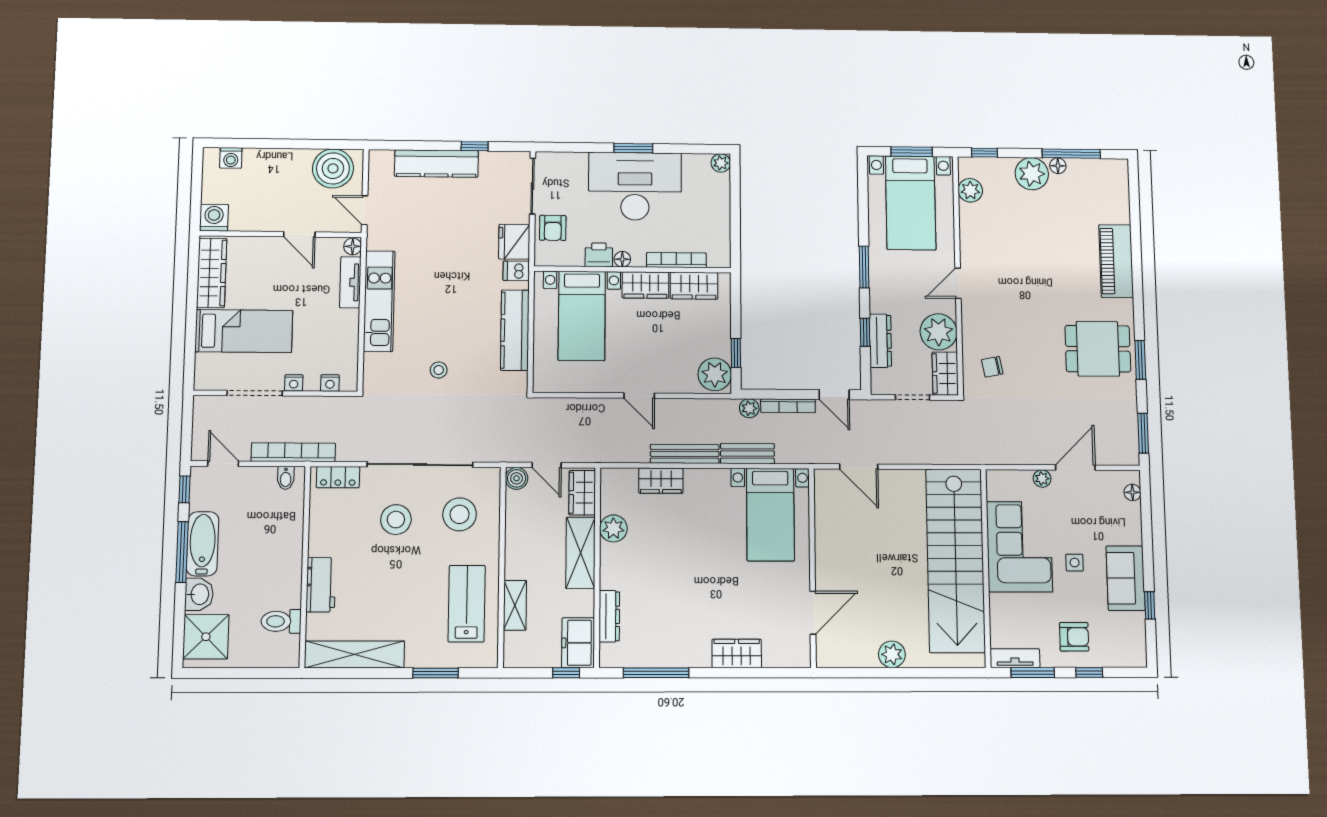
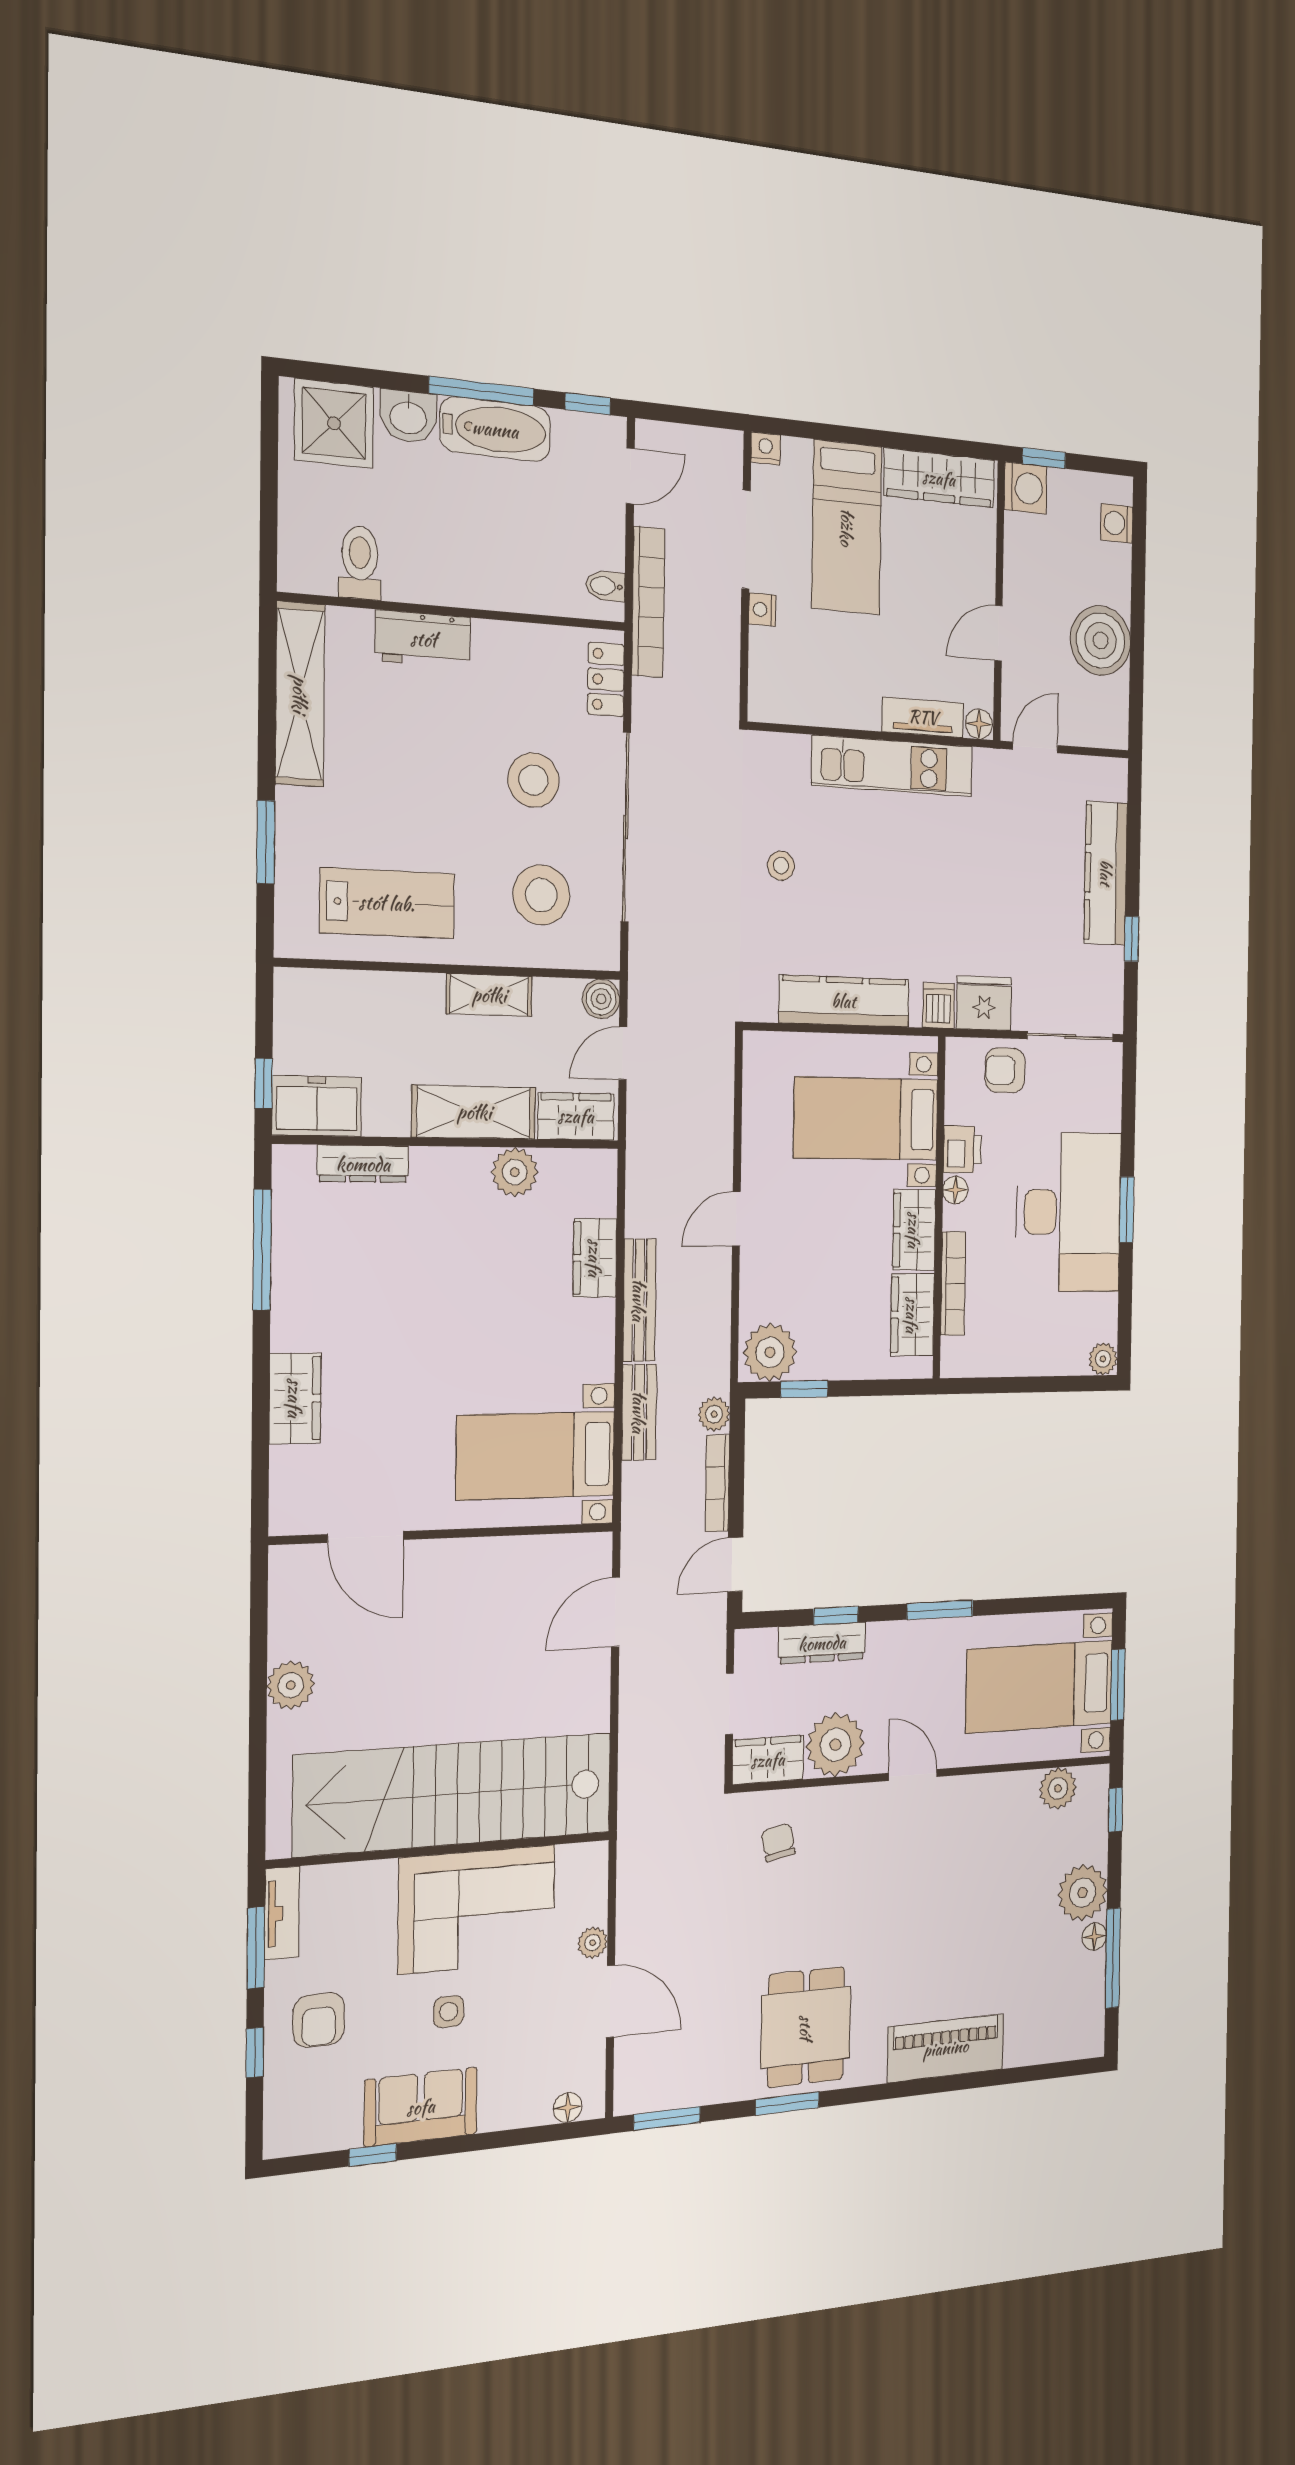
boiler: (333, 168) -> (1100, 641), moved
window: (196, 206) -> (1044, 458), added
nightstand: (330, 383) -> (766, 448), moved, turned 90
shelving: (515, 605) -> (489, 995), moved

